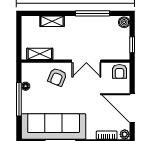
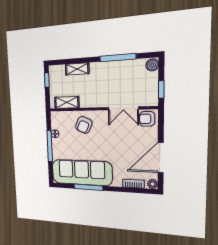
window: (19, 30) -> (47, 80), added
double door: (86, 61) -> (123, 108), moved
armchair: (119, 71) -> (147, 119), turned 90
door: (132, 108) -> (161, 157), hinge flipped

